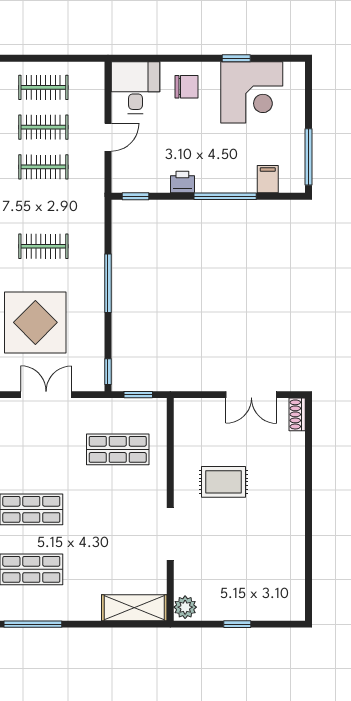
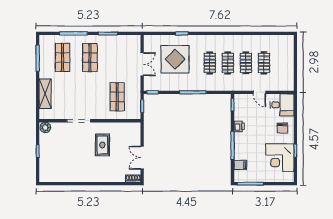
clothes rail: (43, 87) -> (228, 63), moved
shelving: (134, 608) -> (45, 94), moved

